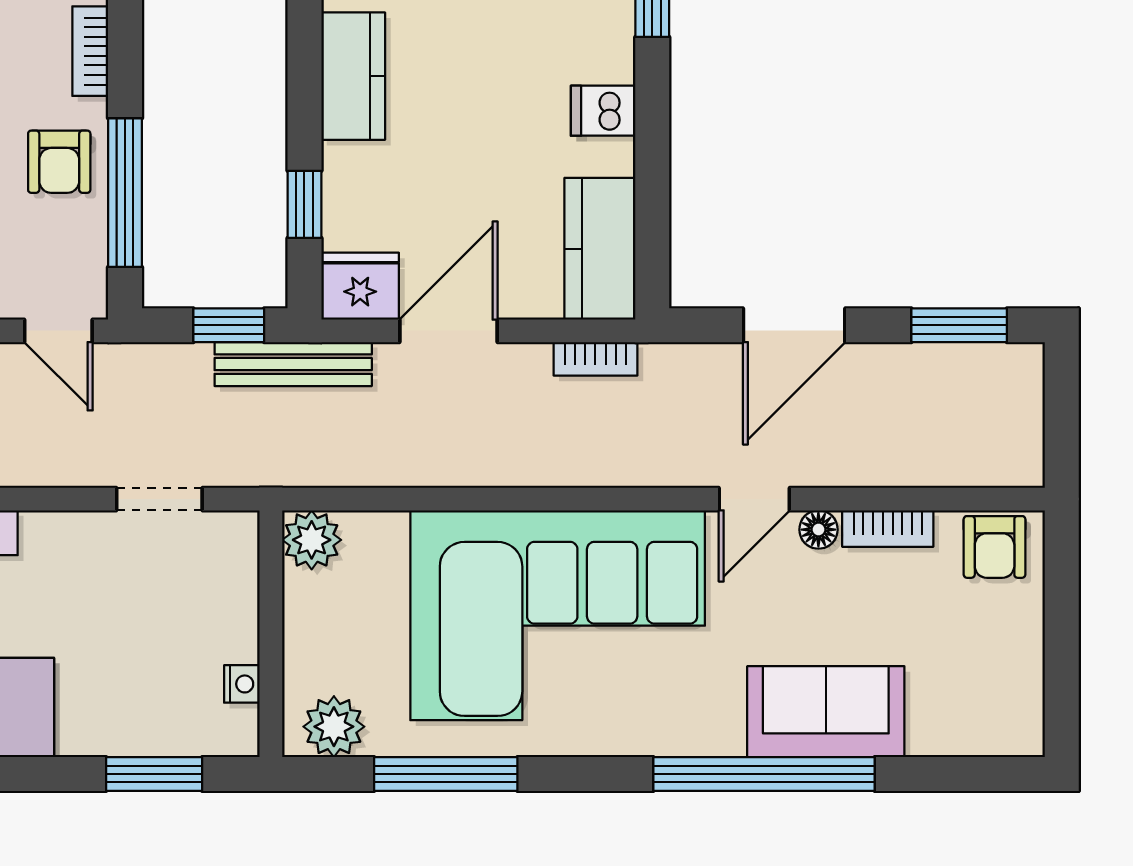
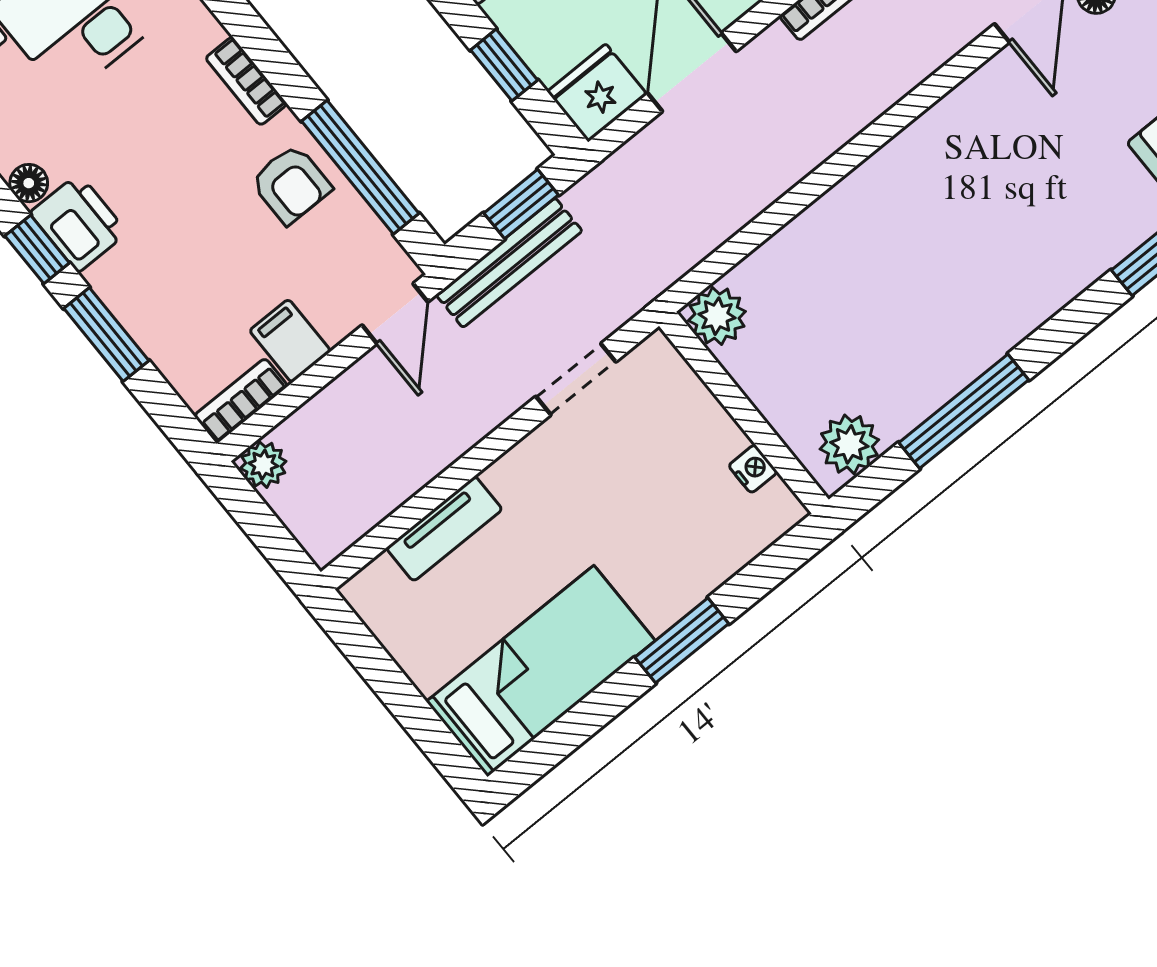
door: (58, 331) -> (395, 314), hinge flipped
bench: (293, 364) -> (509, 263), moved
corner sofa: (558, 615) -> (951, 221), removed
window: (154, 774) -> (682, 640), moved

